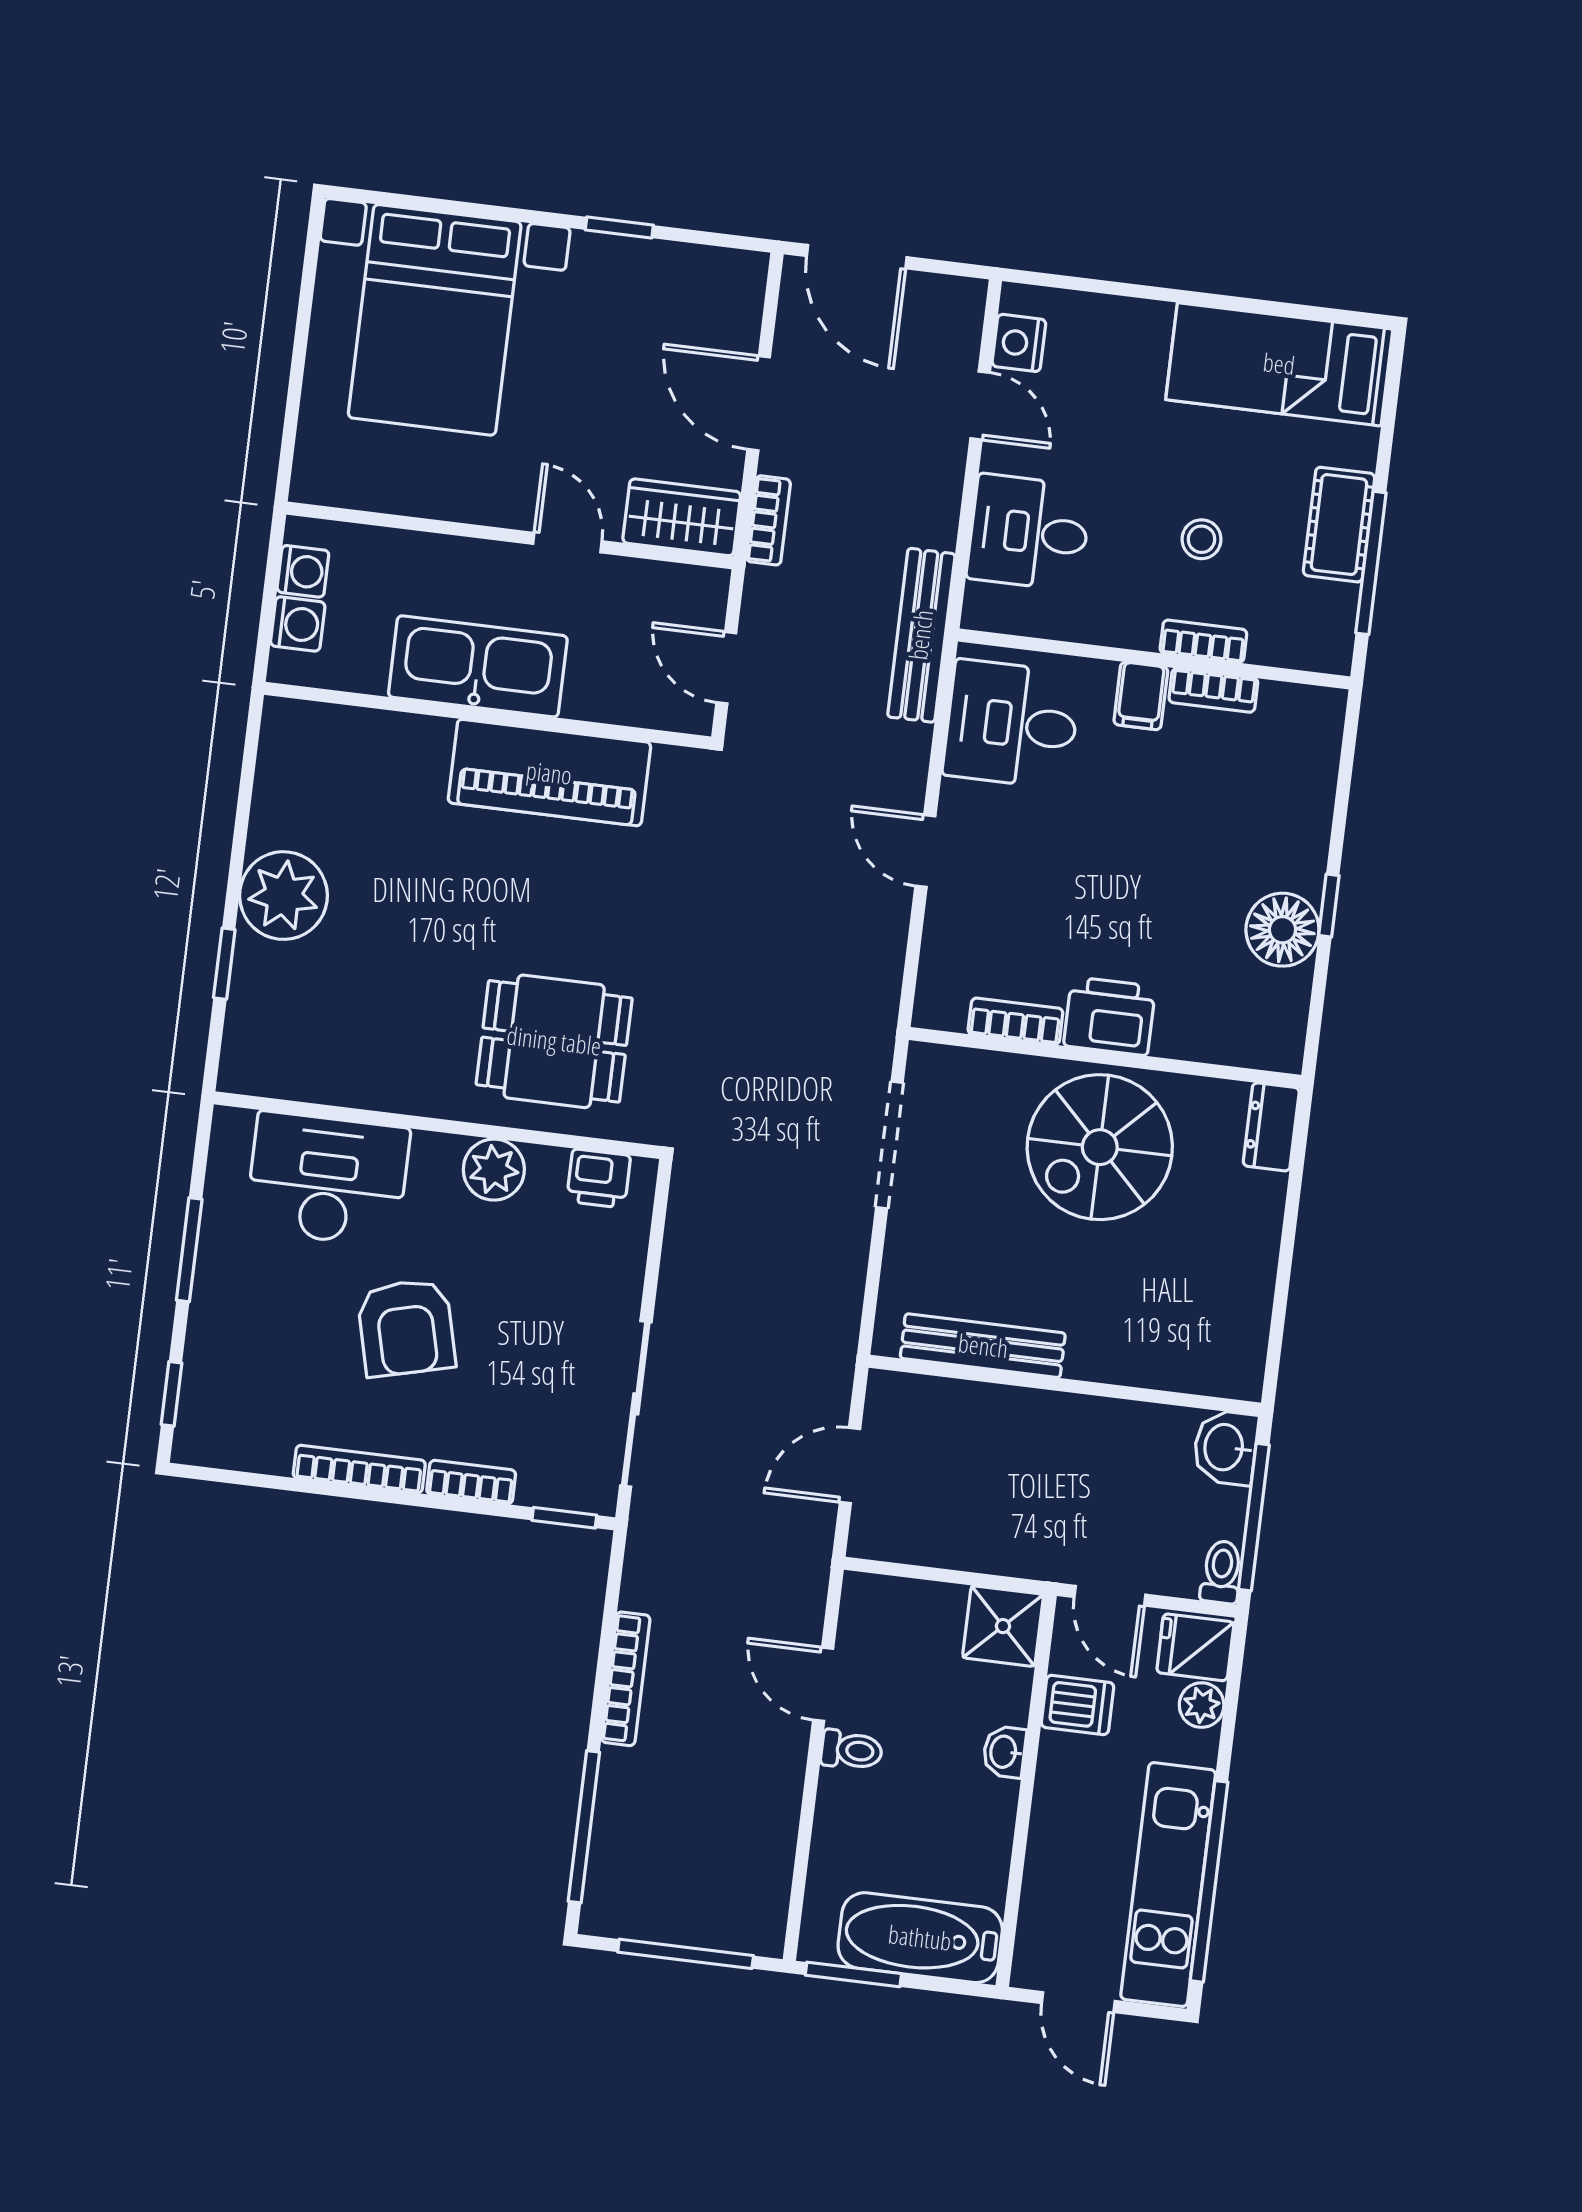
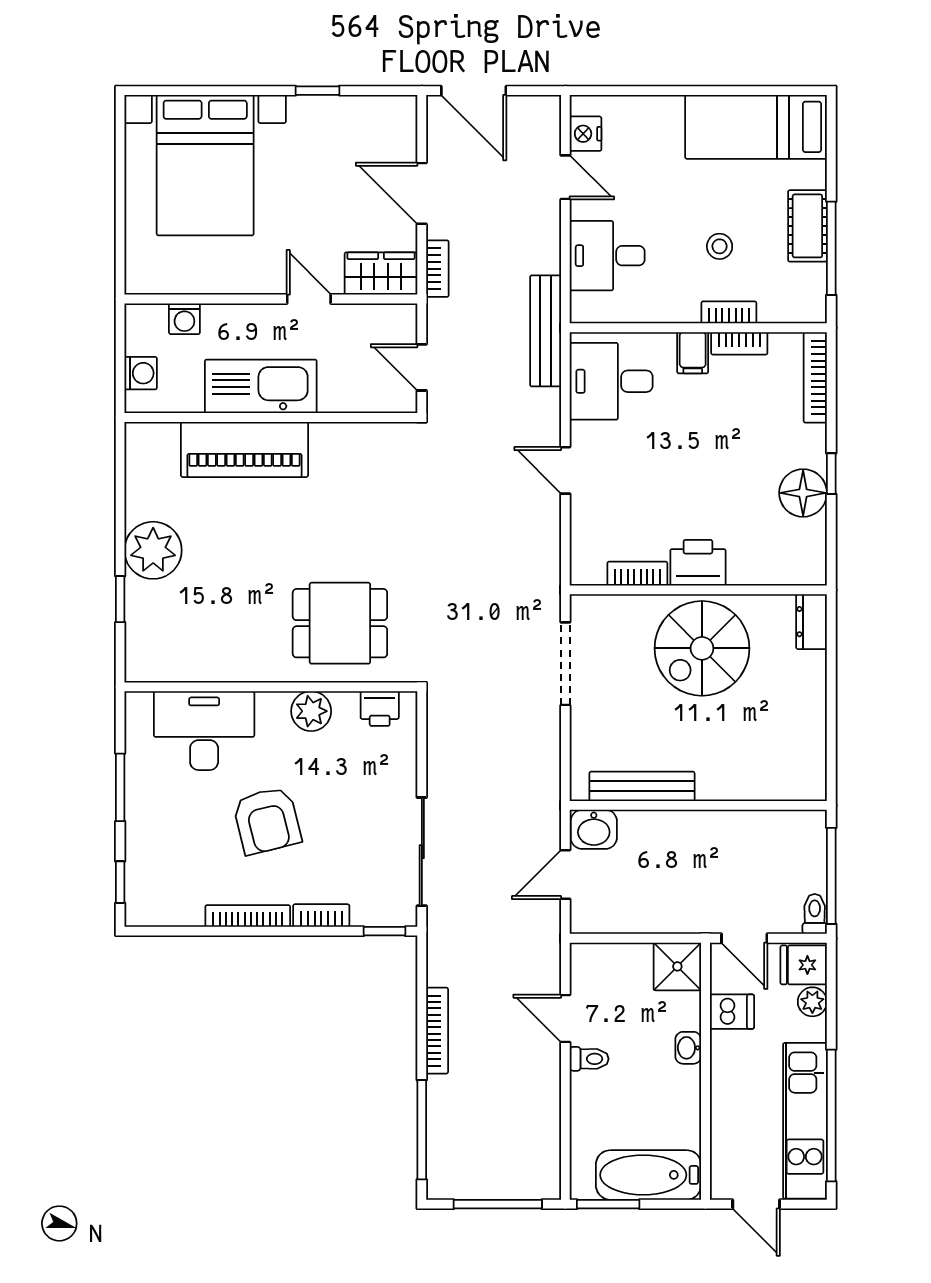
washing machine: (303, 571) -> (184, 319), moved, turned 90
bookcase: (1323, 756) -> (815, 377), added
piano: (549, 773) -> (244, 449), moved
washbasin: (1225, 1447) -> (594, 829), moved, turned -90

